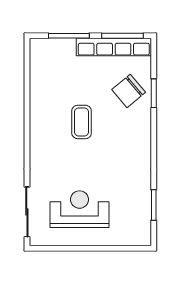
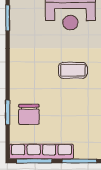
chair: (129, 91) -> (29, 114), turned 130
coffee table: (82, 122) -> (73, 70), moved, turned 90

